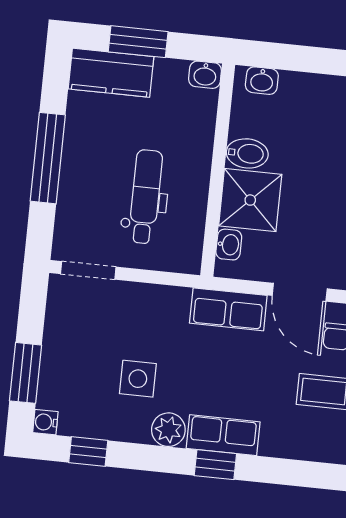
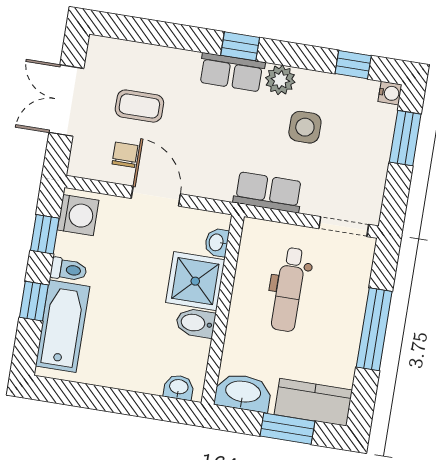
washbasin: (205, 75) -> (243, 393), width x1.91, depth x1.45
row of seats: (228, 309) -> (268, 192), moved

